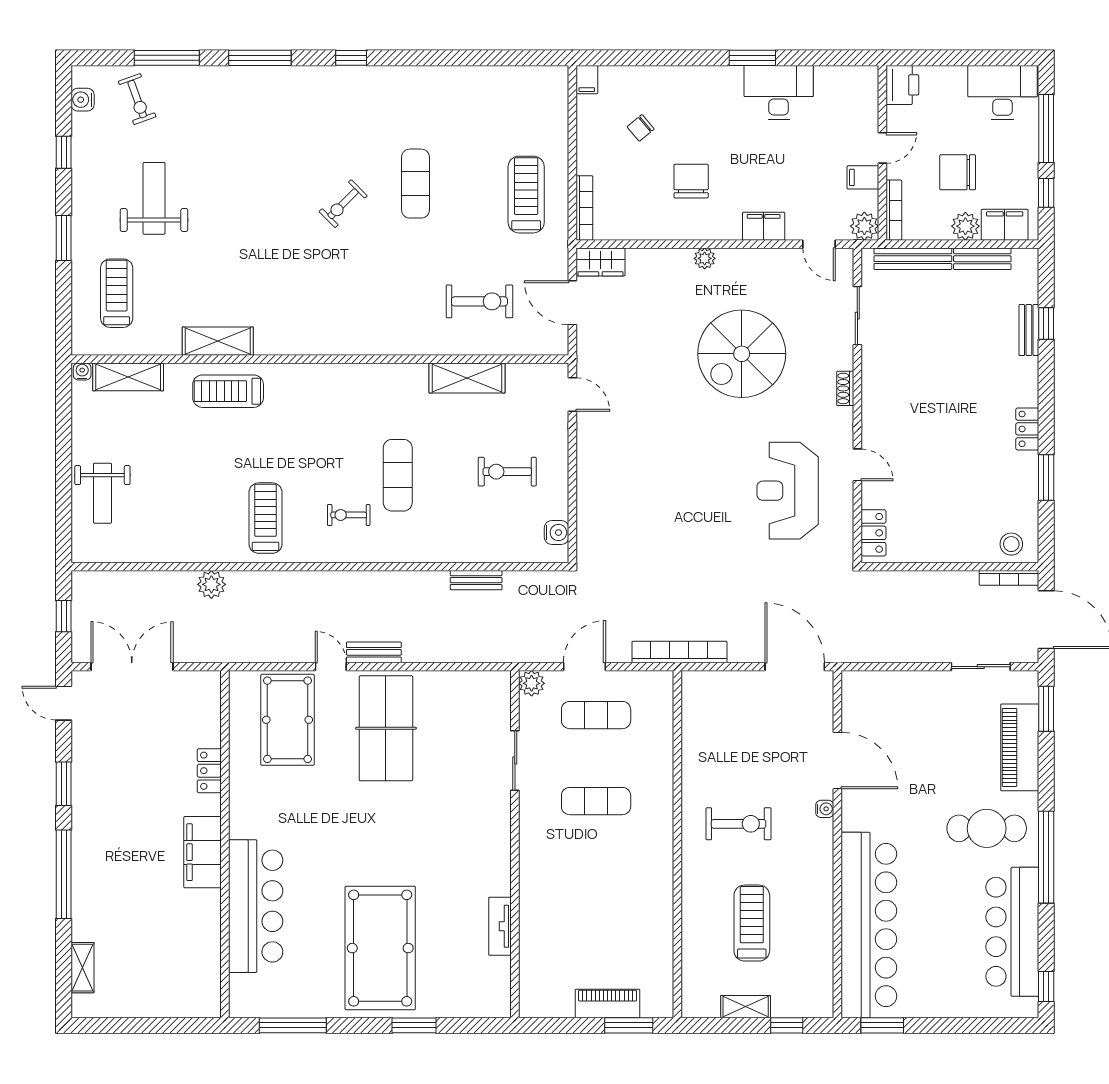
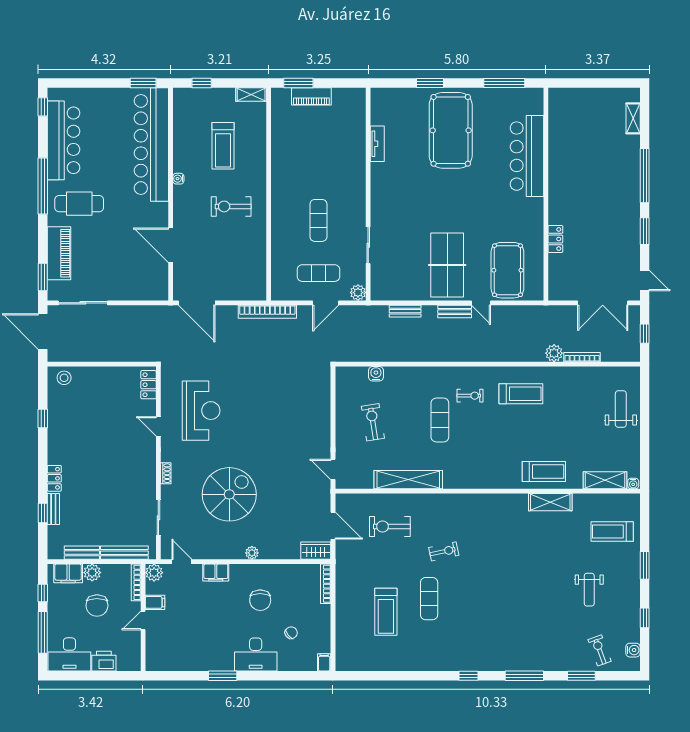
window: (167, 58) -> (581, 676), width x0.69
printer: (902, 85) -> (104, 661), moved, turned 90
desk: (779, 92) -> (256, 655), moved
chair: (958, 172) -> (97, 606), turned 90
treadmill: (526, 195) -> (386, 612), moved
weight bench: (154, 198) -> (589, 590), width x0.73, depth x0.75
exercise bike: (343, 204) -> (444, 551), moved, turned 33
treadmill: (117, 293) -> (612, 532), turned 90
shelving: (467, 378) -> (408, 480), width x1.47
locker: (1027, 429) -> (54, 478), moved
exercise bike: (507, 472) -> (373, 422), turned -99
window: (1046, 477) -> (43, 419), width x0.67
treadmill: (265, 518) -> (521, 394), turned -90
water cooler: (557, 533) -> (376, 374), moved, turned 90
bookcase: (1009, 578) -> (582, 357), moved
bench: (476, 580) -> (405, 311), moved
sliding door: (981, 667) -> (83, 303), width x1.37
exercise mat: (596, 801) -> (318, 220), turned 90
water cooler: (825, 809) -> (178, 179), moved
filing cabinet: (203, 852) -> (559, 189), removed
shelving: (746, 1007) -> (251, 94), moved

